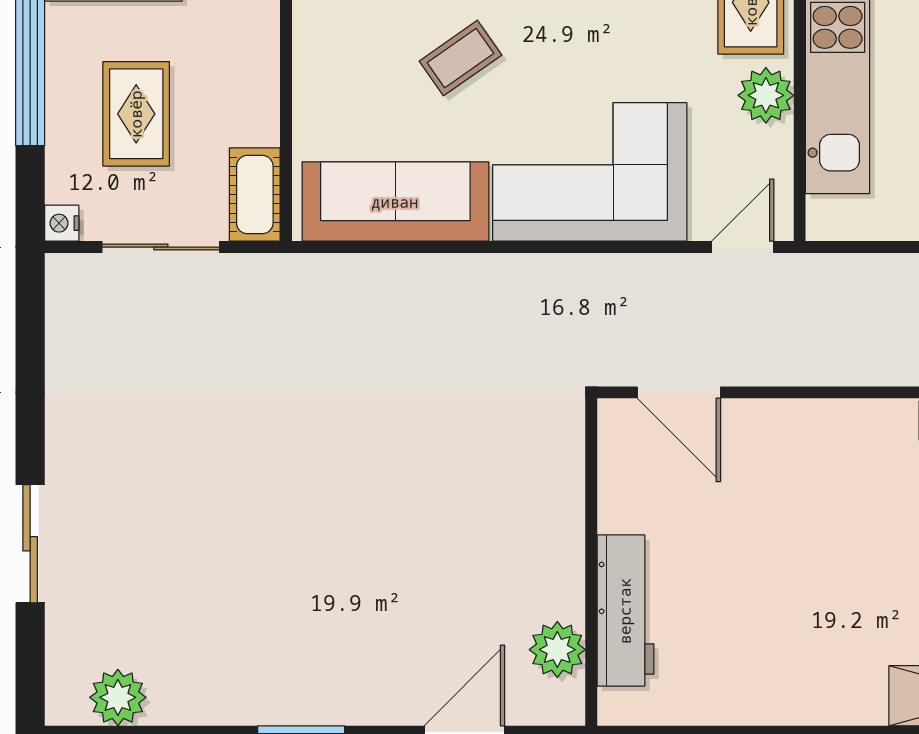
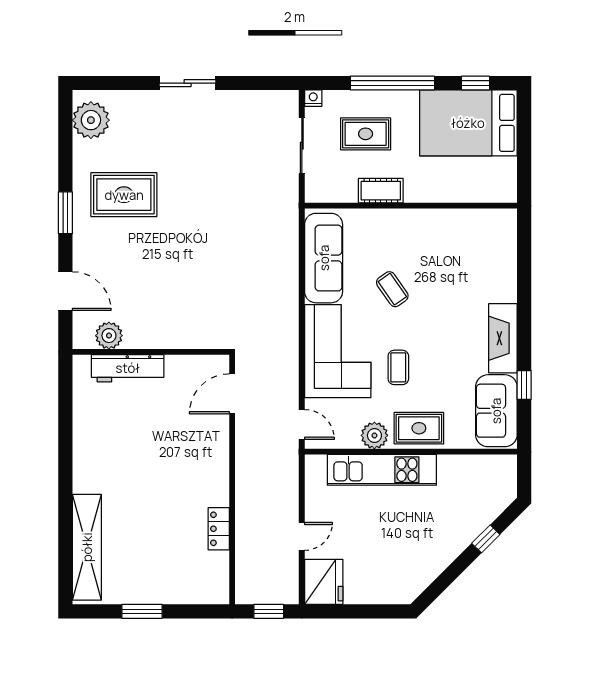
coffee table: (624, 45) -> (398, 367), added
cot: (255, 195) -> (381, 191), moved
sliding door: (30, 544) -> (188, 83), moved
rug: (263, 618) -> (124, 195), added
plant: (118, 697) -> (91, 120), width x1.36, depth x1.36

